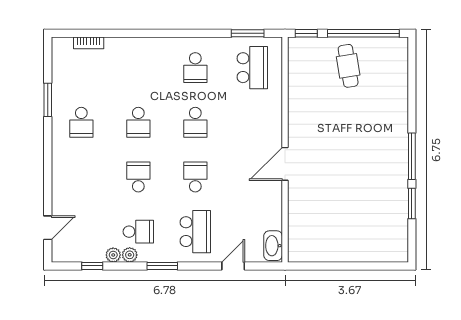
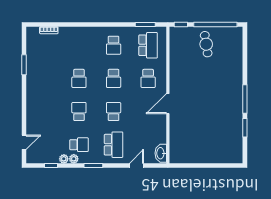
school desk: (81, 122) -> (148, 78), moved

